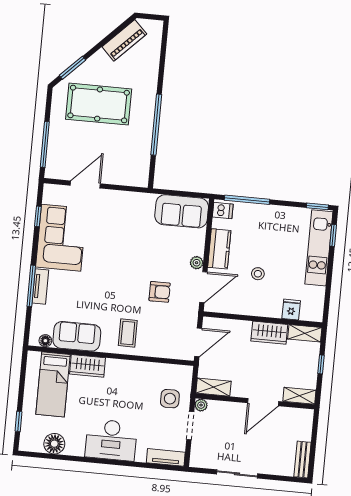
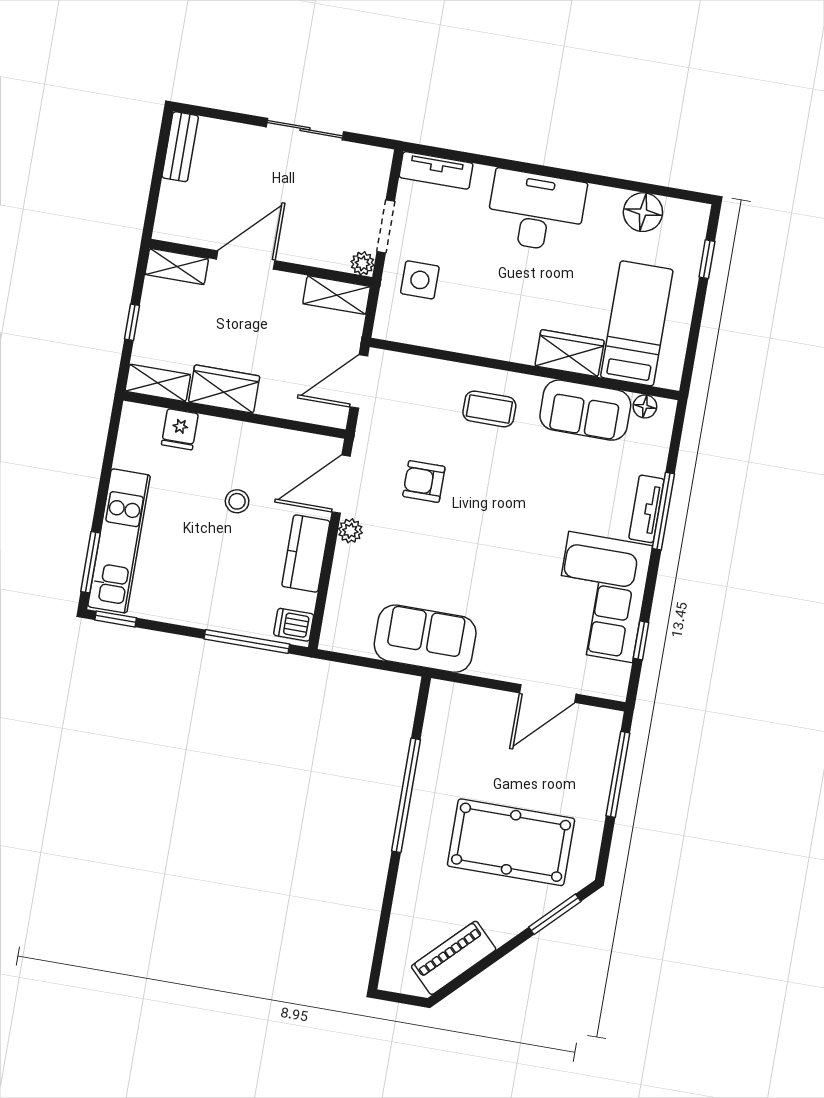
sofa: (182, 211) -> (425, 639), moved
window: (333, 235) -> (90, 562), width x1.50
coffee table: (128, 333) -> (489, 409), turned 90

